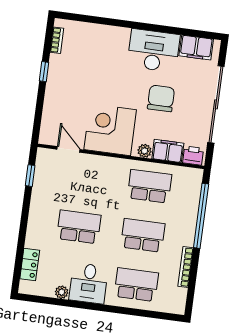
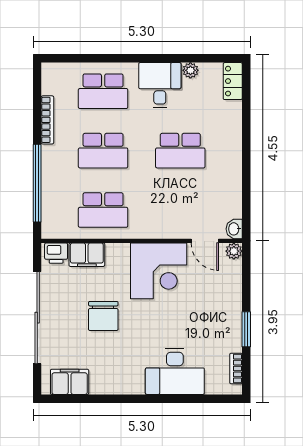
desk: (154, 51) -> (175, 371), moved
window: (44, 72) -> (246, 329), width x1.50
plant: (145, 151) -> (234, 251), moved
washbasin: (43, 156) -> (234, 229), added
window: (30, 176) -> (246, 204), removed
locker: (30, 265) -> (233, 81), moved

